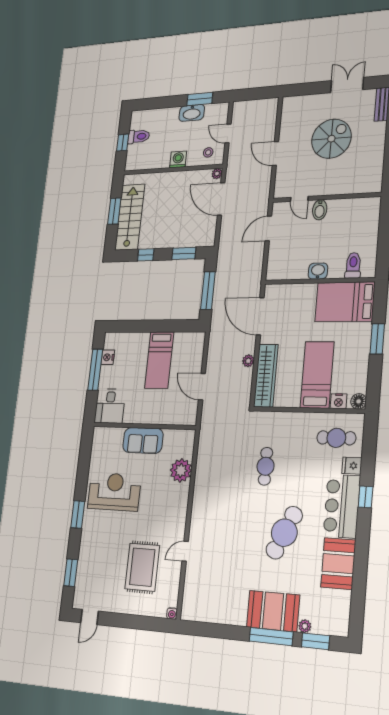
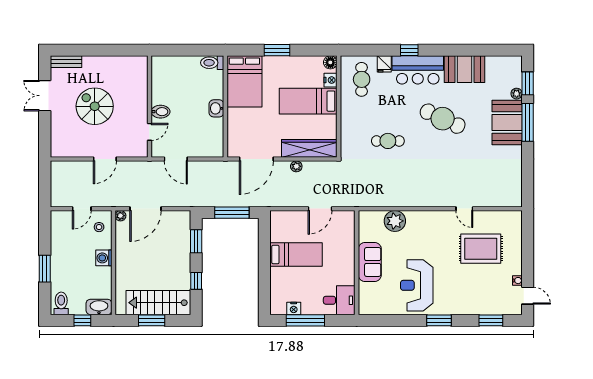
window: (200, 99) -> (45, 269), moved
washbasin: (192, 113) -> (99, 307), moved, turned -90
toilet: (139, 136) -> (61, 303), moved
toilet: (353, 265) -> (212, 63), moved
water cooler: (172, 613) -> (517, 281), moved

